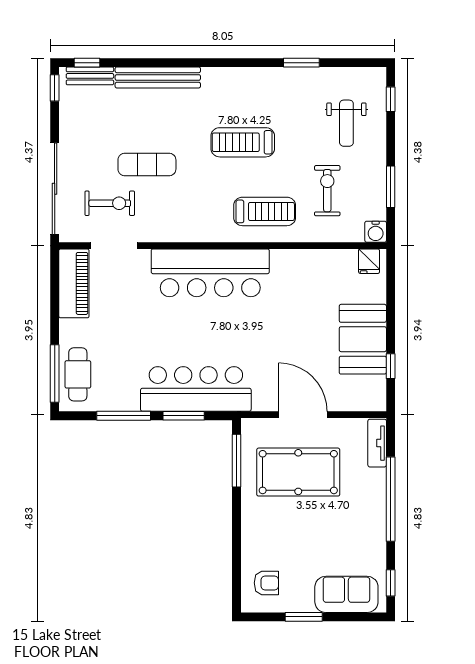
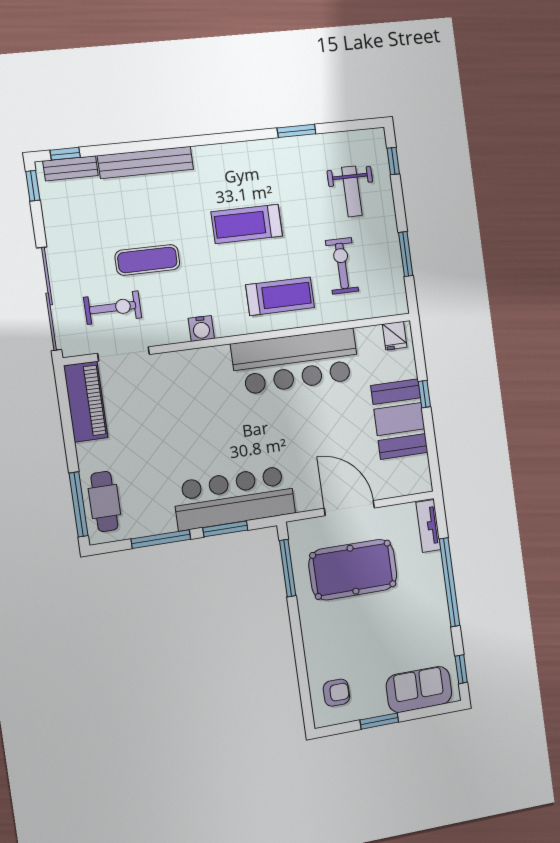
water cooler: (376, 232) -> (201, 328), moved
bar counter: (210, 273) -> (296, 361), moved
window: (391, 366) -> (424, 394), moved

